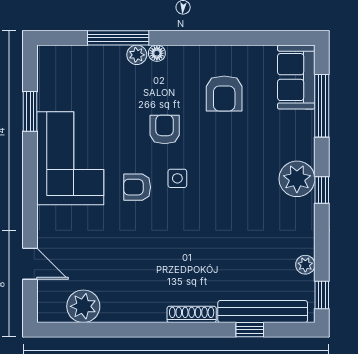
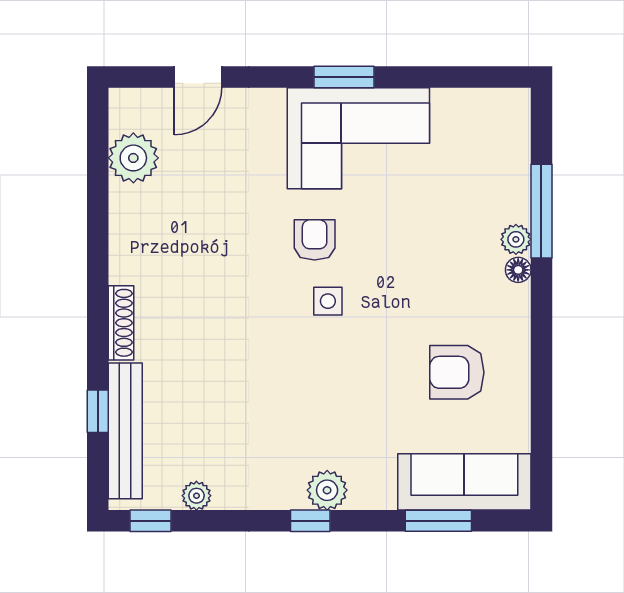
sofa: (296, 77) -> (464, 482), width x1.36
window: (322, 106) -> (438, 521), width x0.69
window: (30, 111) -> (344, 77), moved
armchair: (165, 129) -> (402, 282), removed
plant: (297, 179) -> (327, 490), width x0.73, depth x0.73

